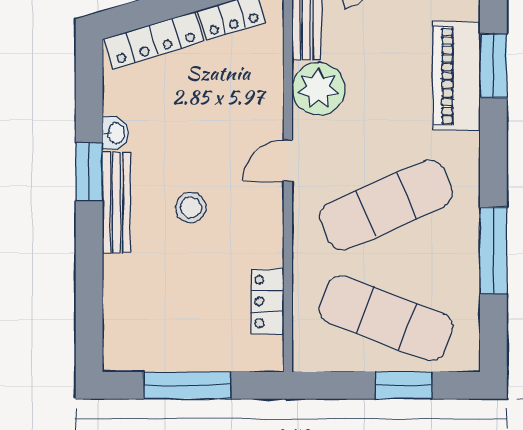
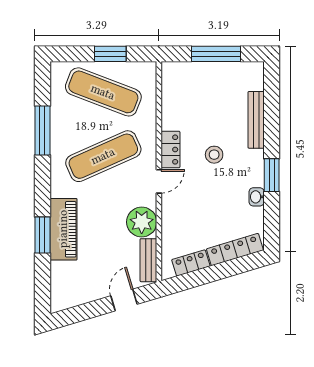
bench: (116, 202) -> (256, 120), moved
locker: (268, 301) -> (170, 150), moved
window: (404, 385) -> (110, 54), moved

